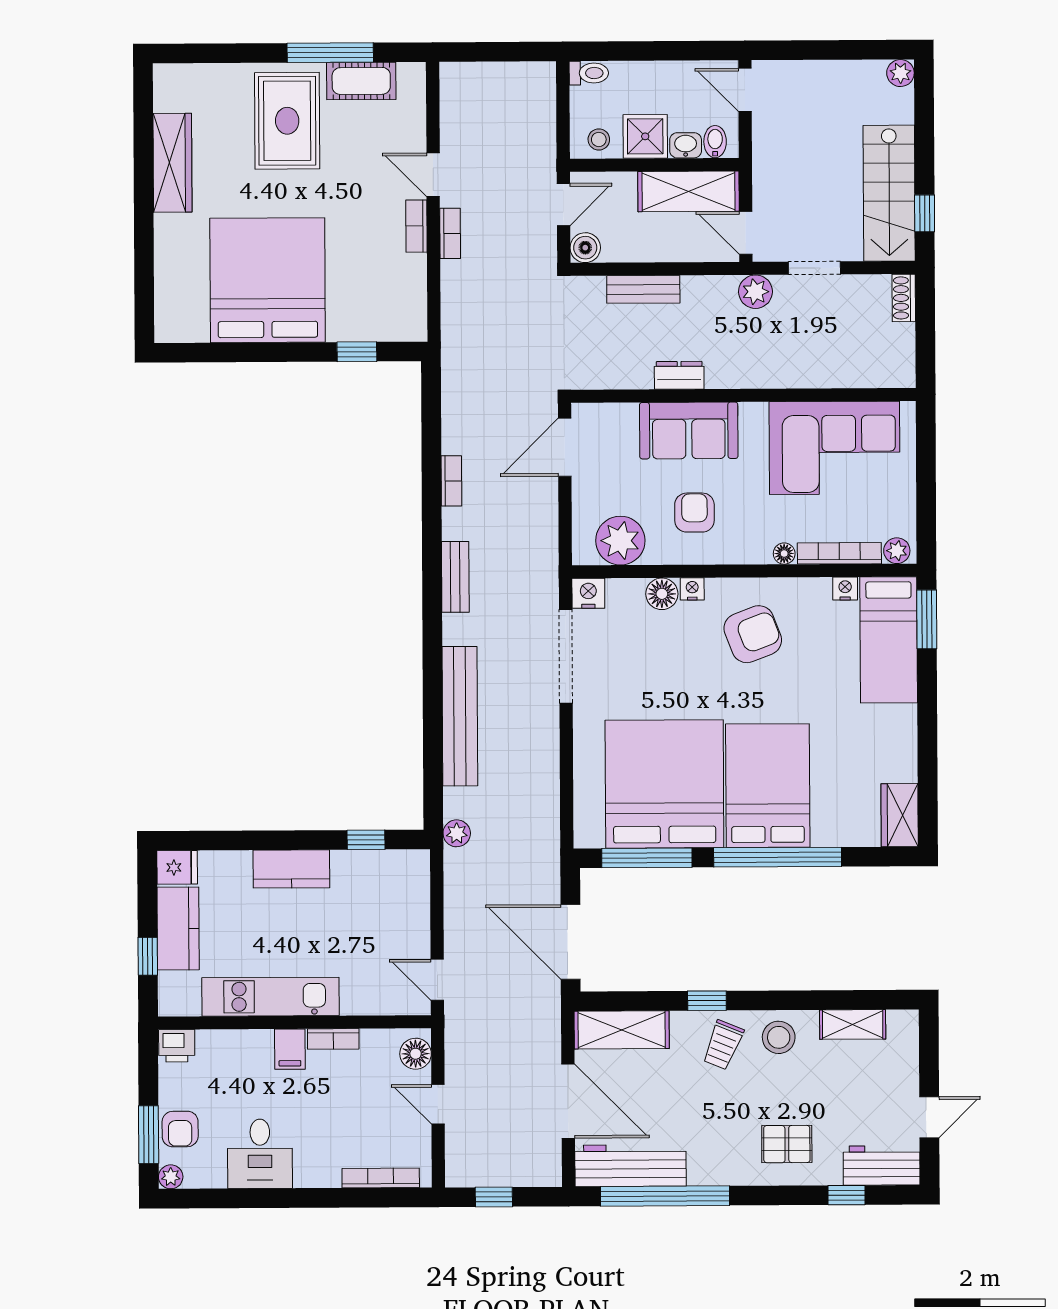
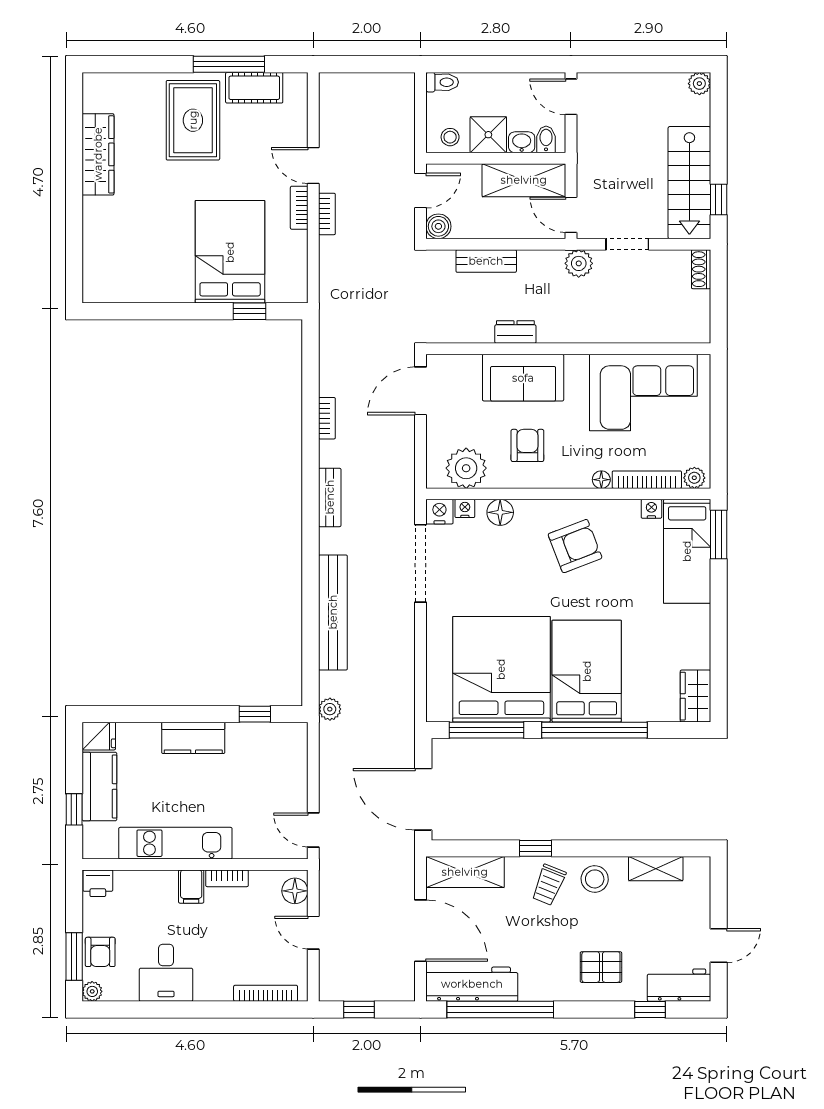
bed: (268, 280) -> (230, 252), moved, width x0.73
nightstand: (692, 589) -> (465, 508), moved

